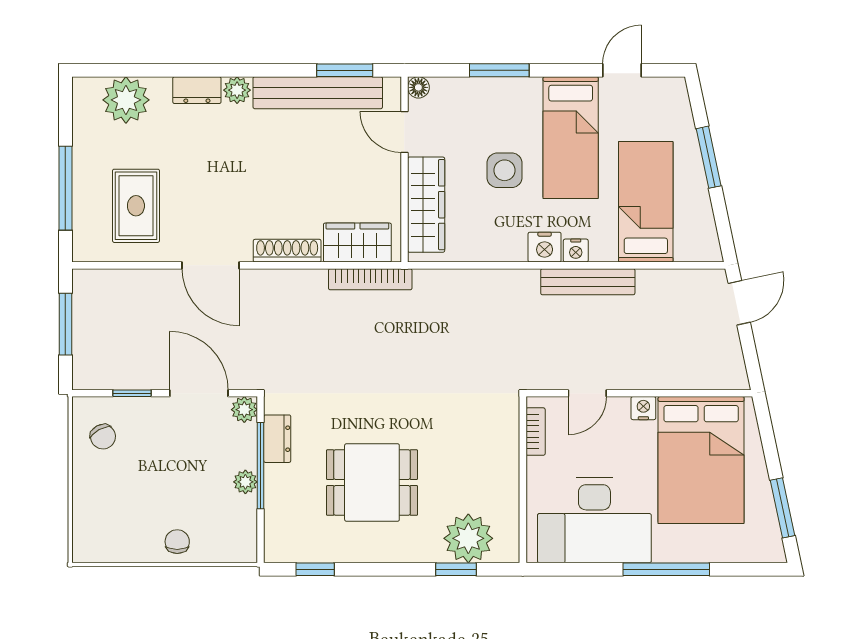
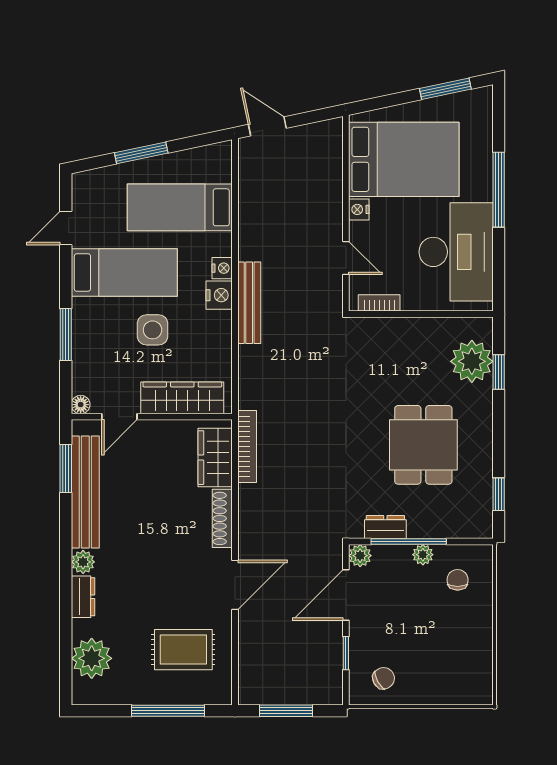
door: (622, 70) -> (66, 228), hinge flipped
bench: (588, 282) -> (249, 303), moved
chair: (177, 542) -> (458, 580), moved, turned 90

